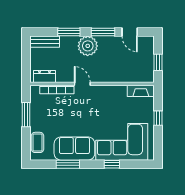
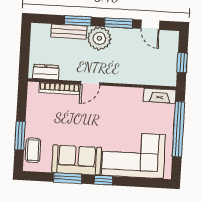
bench: (45, 42) -> (69, 32), moved
door: (82, 84) -> (90, 83), swing flipped
window: (26, 115) -> (20, 136), moved
window: (158, 118) -> (178, 129), width x3.17
window: (112, 164) -> (103, 180), moved

